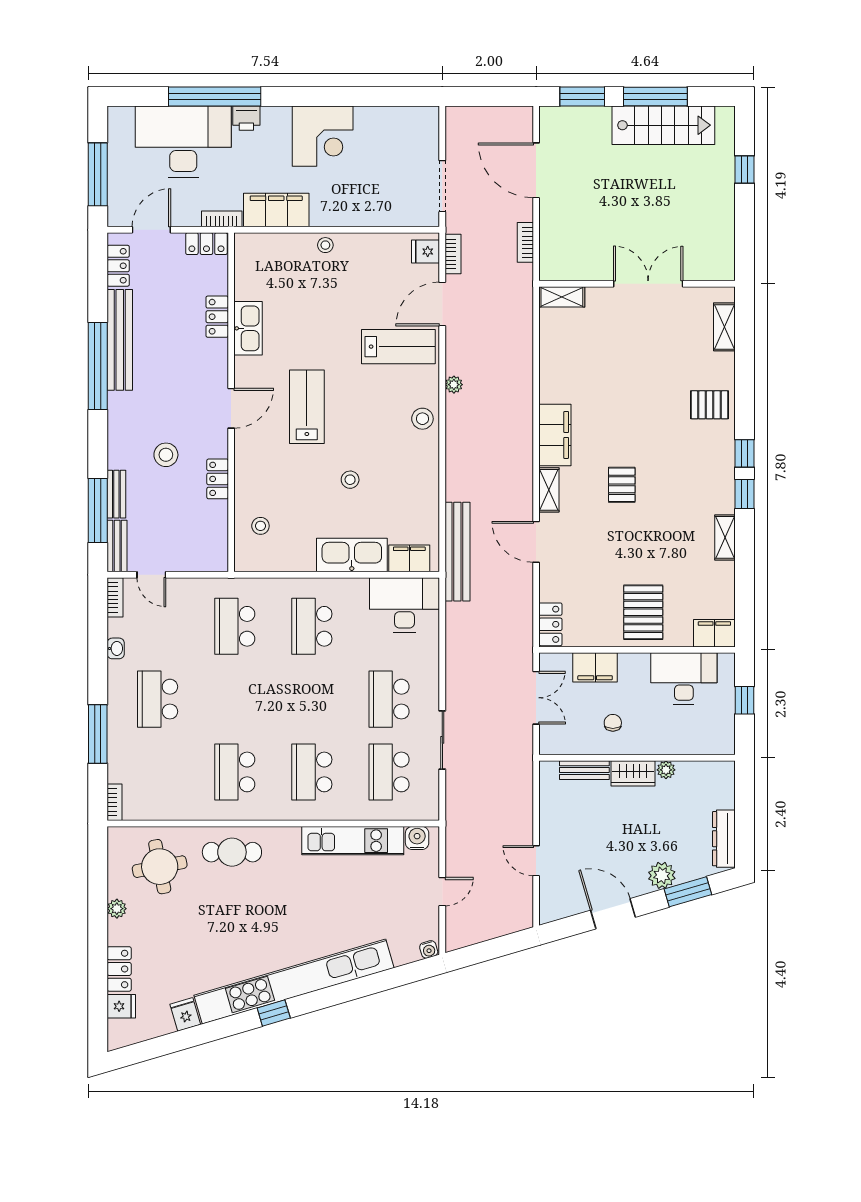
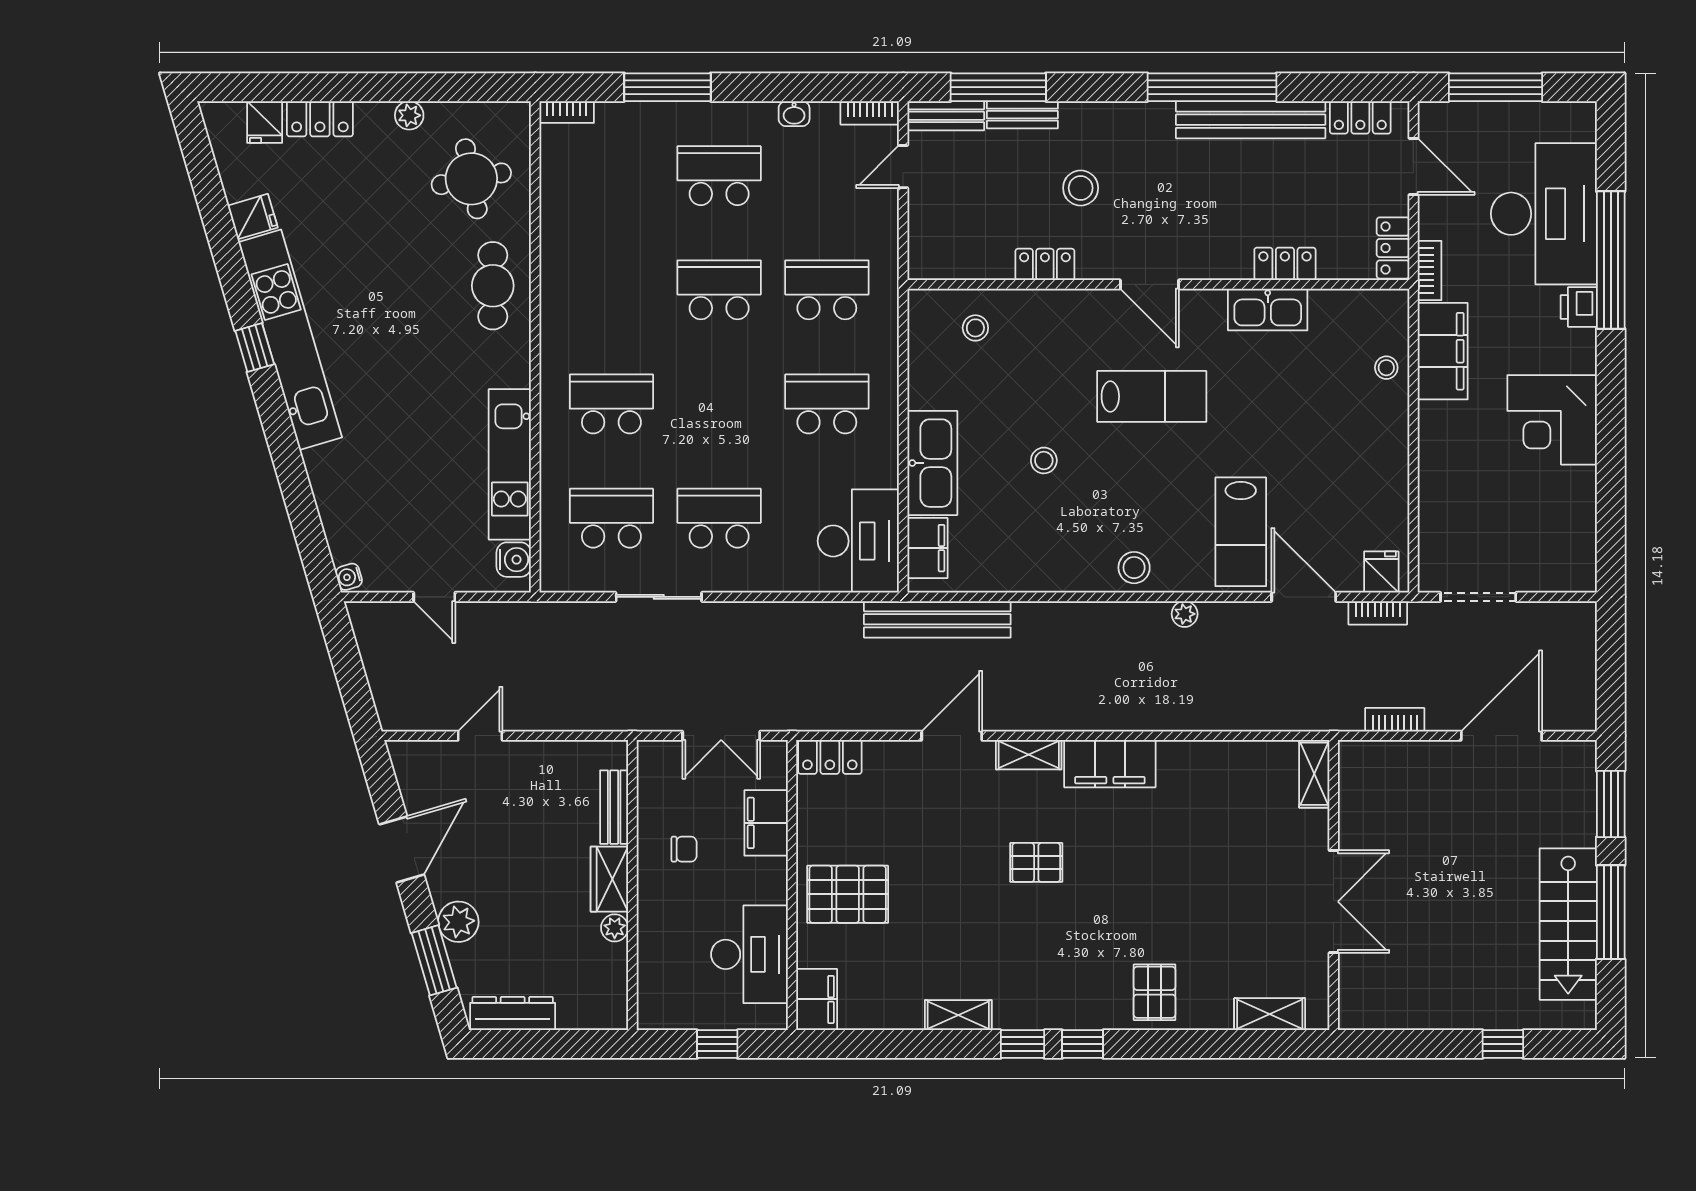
stool: (325, 245) -> (1386, 368), moved
school desk: (235, 772) -> (719, 290), moved
kitchen unit: (294, 982) -> (290, 340), width x0.73

